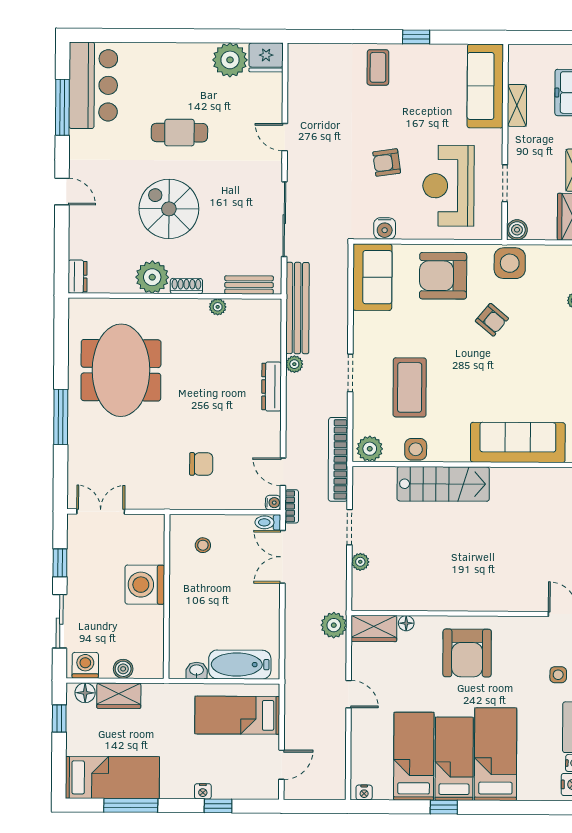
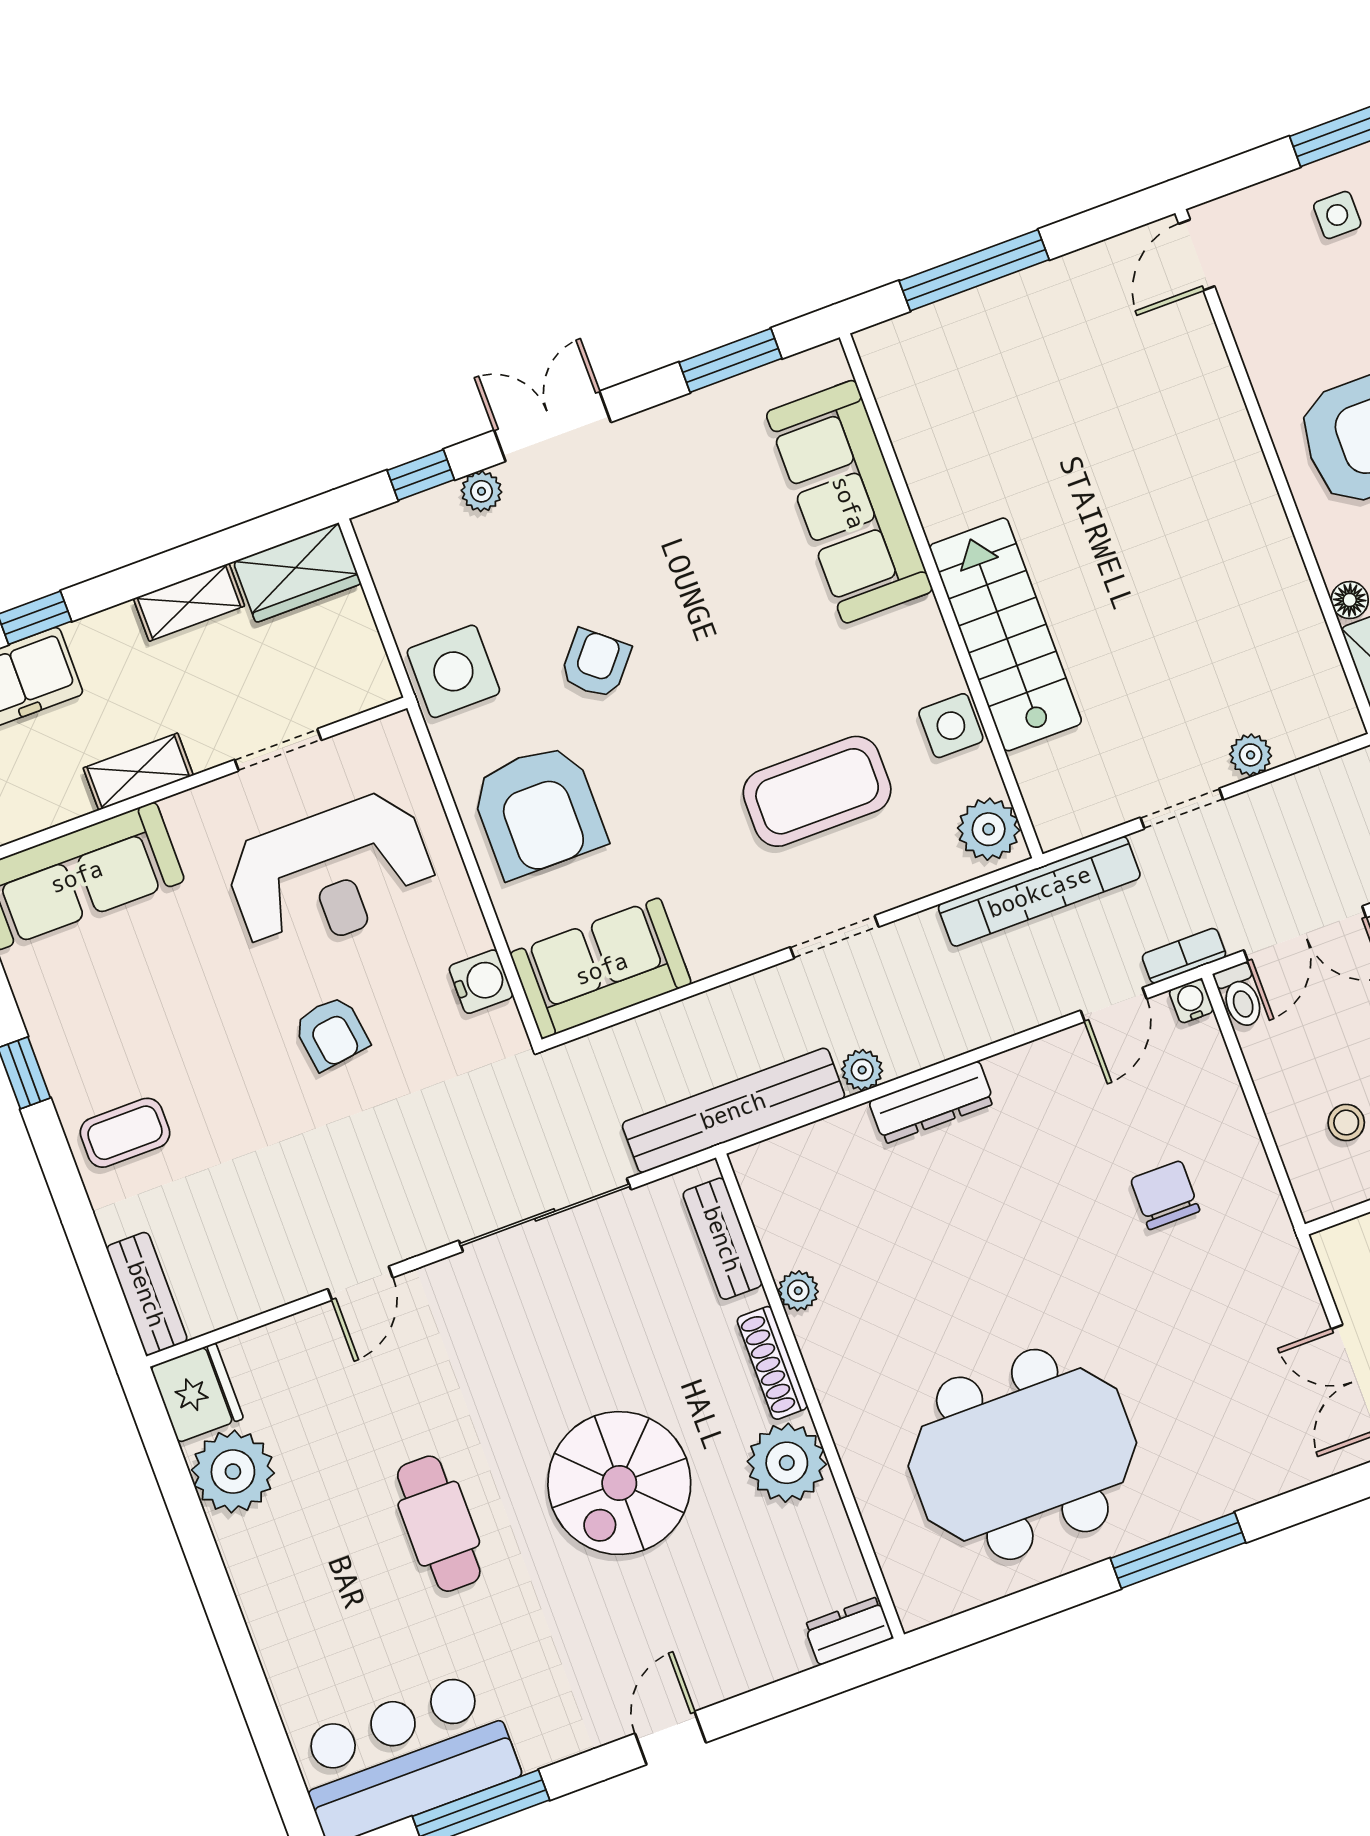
bench: (312, 52) -> (147, 1294), added
shelving: (517, 105) -> (138, 772), moved
boiler: (517, 230) -> (372, 683), removed
shoe rack: (186, 286) -> (772, 1363), width x1.43

